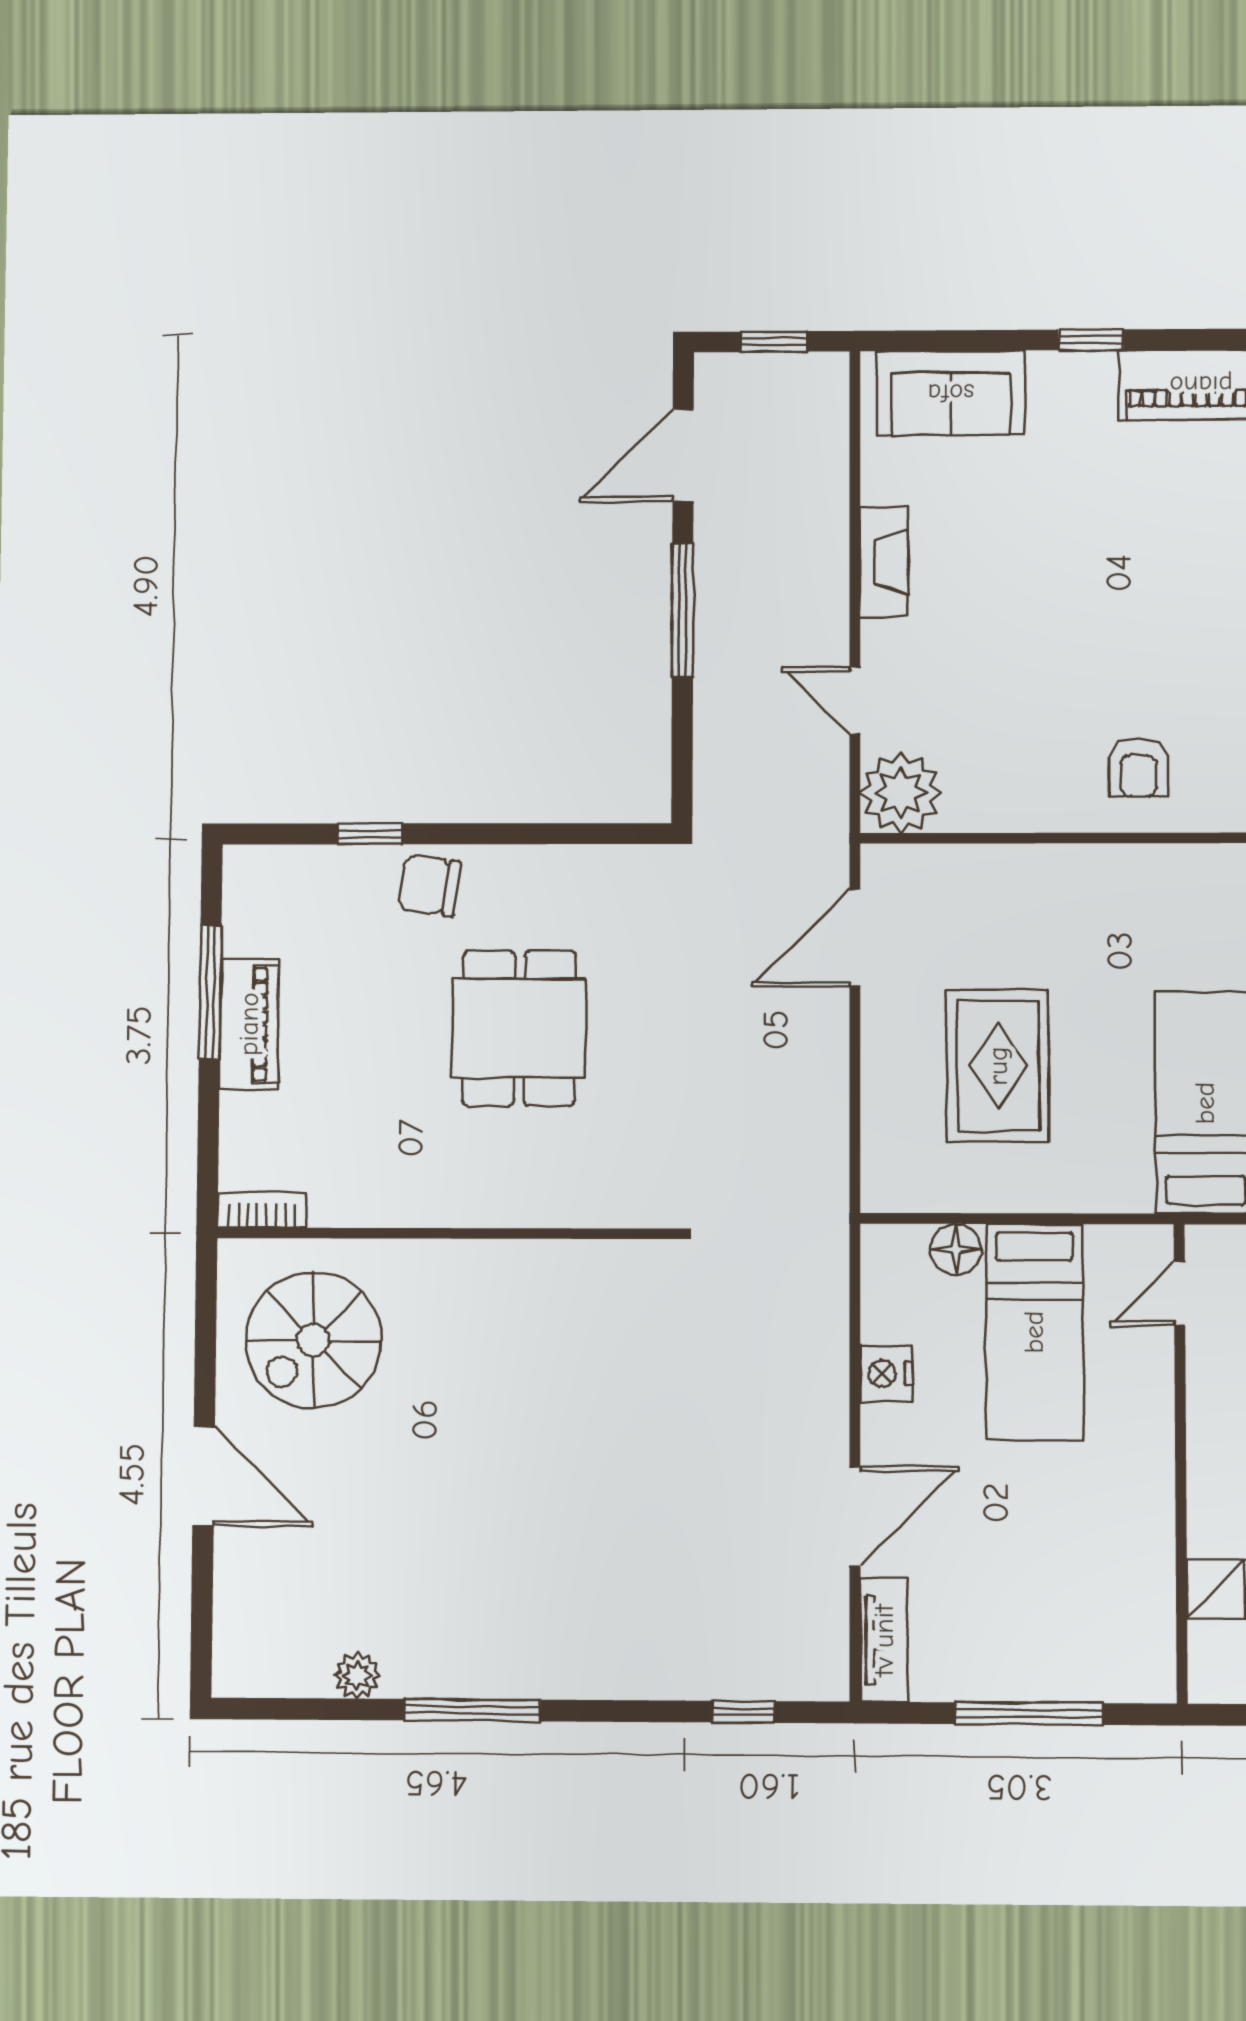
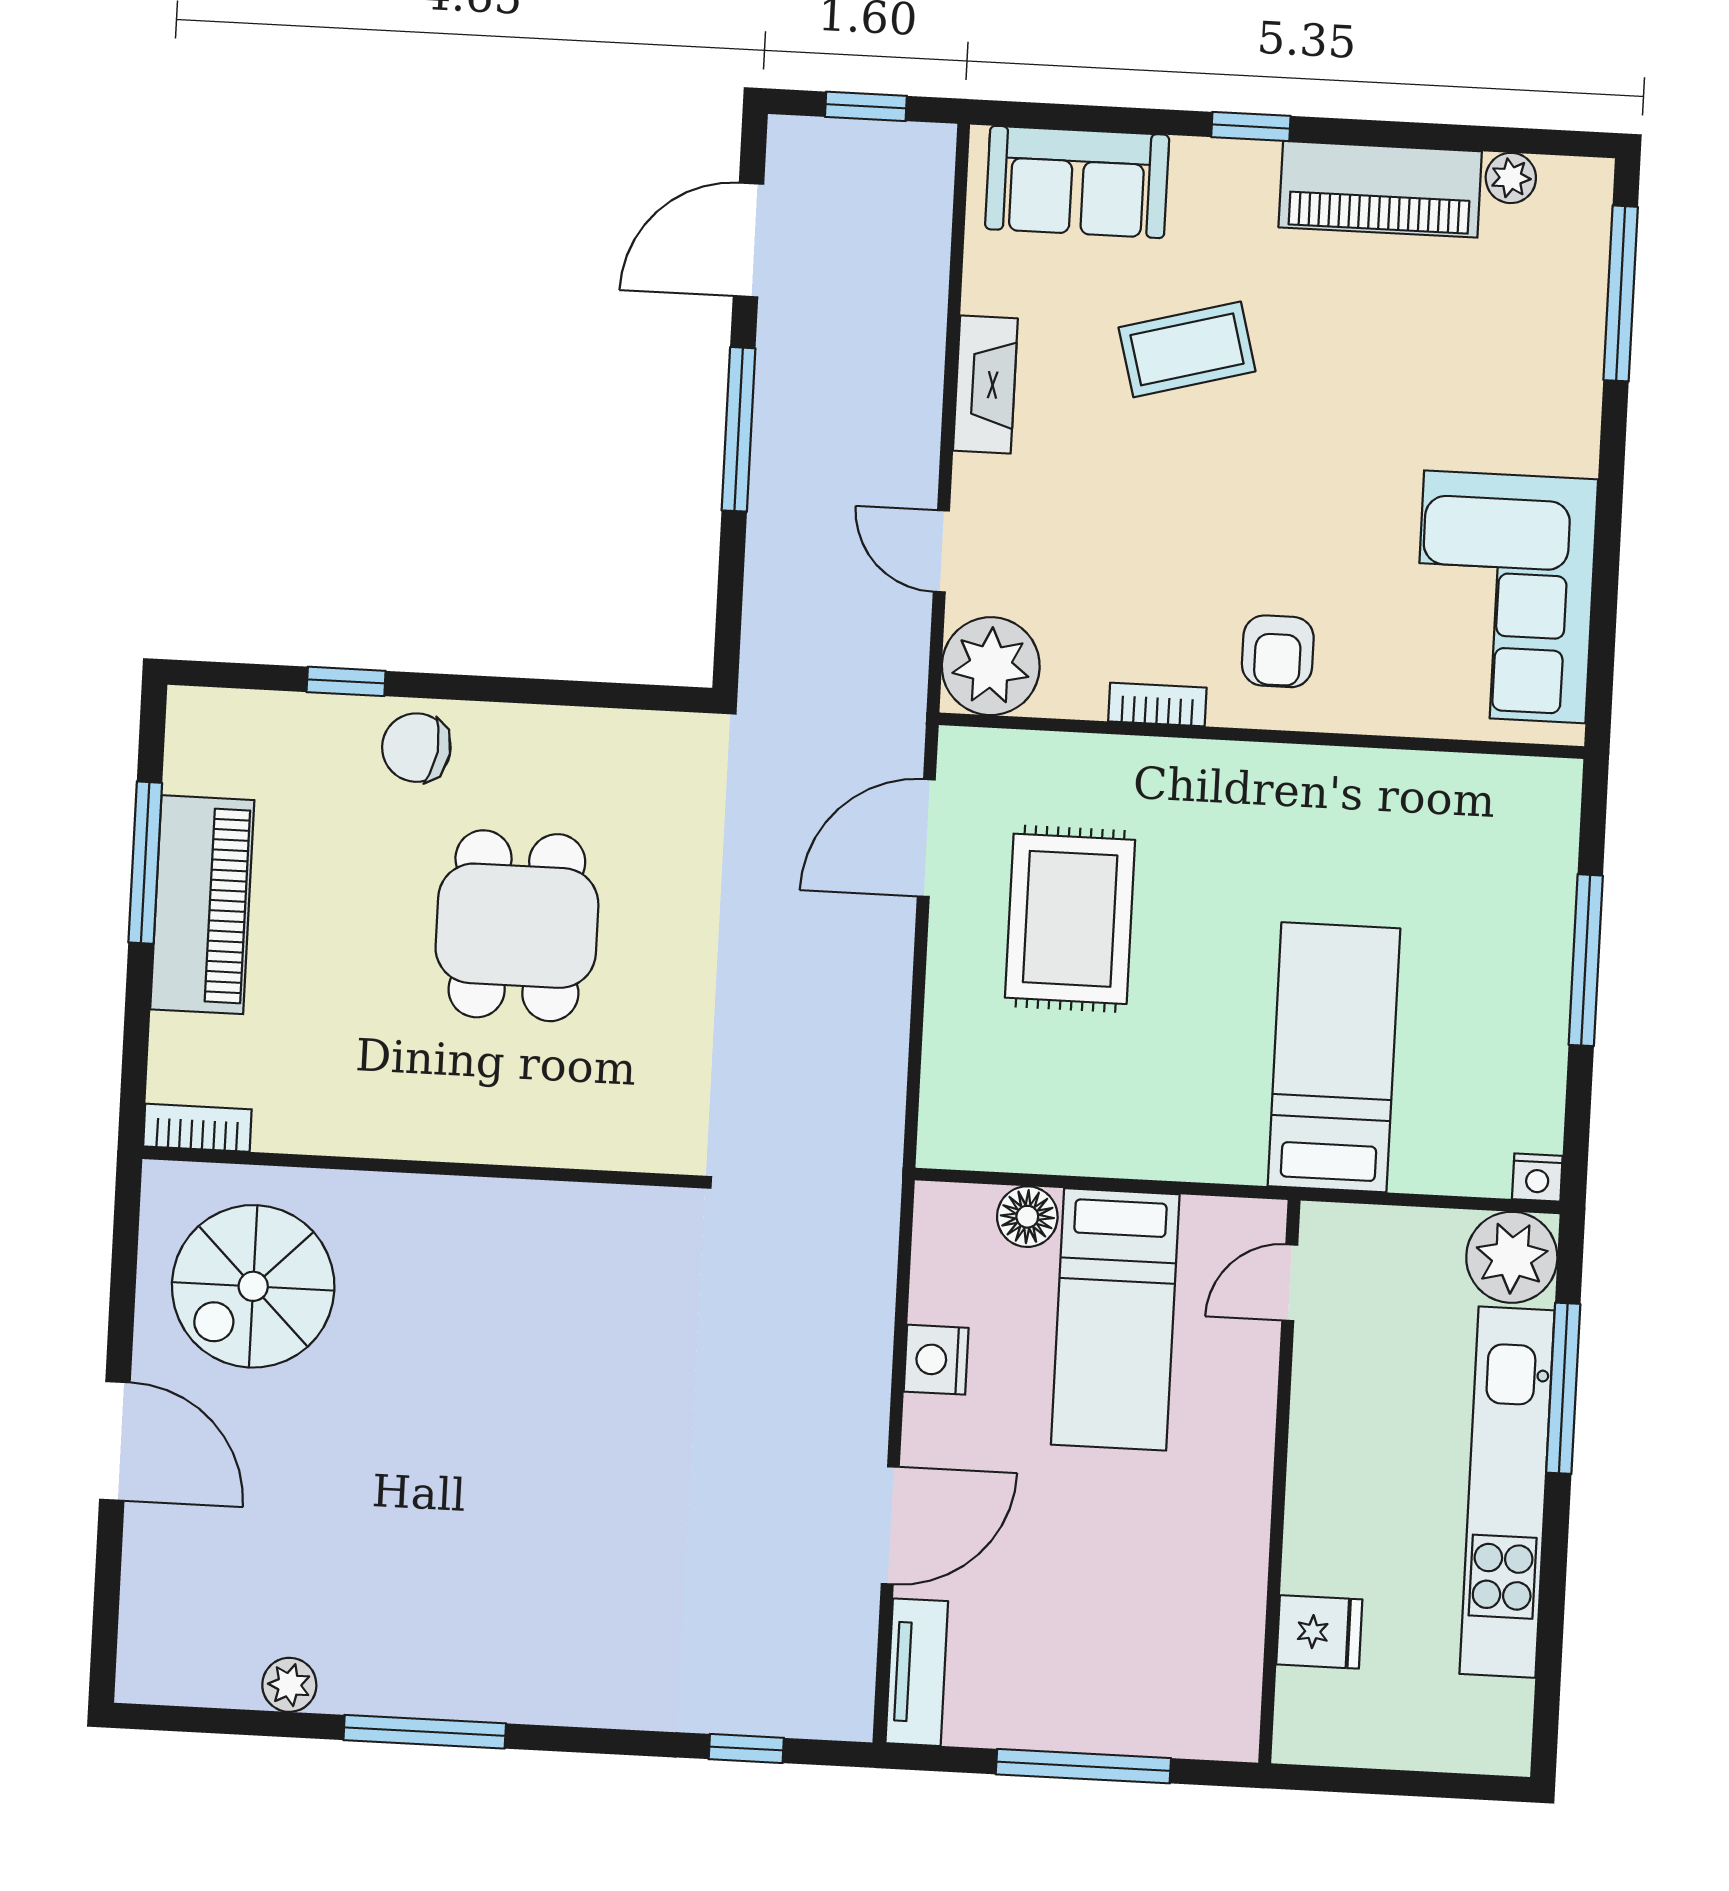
coffee table: (1049, 524) -> (1187, 349), added
bookcase: (1041, 817) -> (1157, 705), added
piano: (249, 1024) -> (202, 905), width x1.37, depth x1.33
rug: (998, 1066) -> (1070, 919), moved

